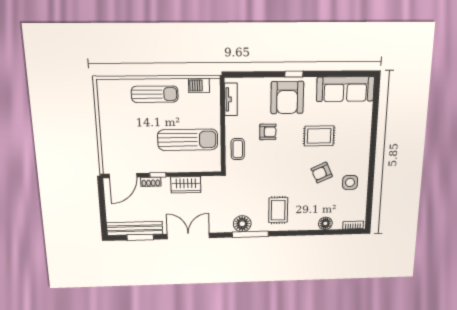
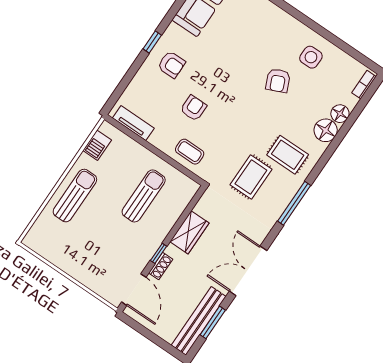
armchair: (287, 98) -> (171, 64), width x0.53, depth x0.53
rug: (319, 136) -> (251, 177), moved
sun lounger: (188, 140) -> (144, 196), width x0.73, depth x0.75
floor lamp: (242, 224) -> (326, 130), moved

